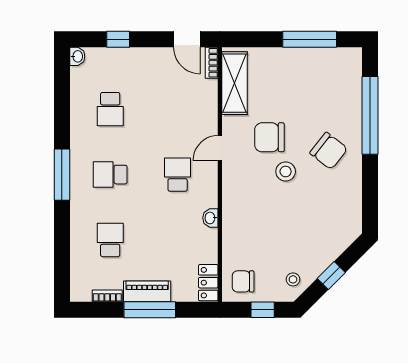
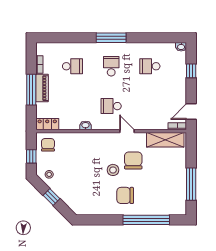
chair: (329, 151) -> (125, 195), turned 52
school desk: (178, 175) -> (111, 106), turned 180

